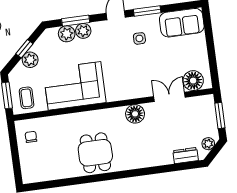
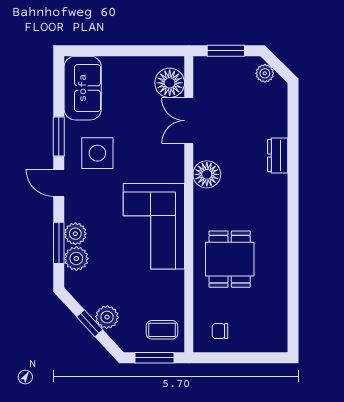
side table: (139, 38) -> (97, 153), width x1.87, depth x1.87
corner sofa: (74, 86) -> (154, 226), moved
dining table: (95, 153) -> (230, 259), moved, turned 90
dresser: (186, 156) -> (278, 156), moved

